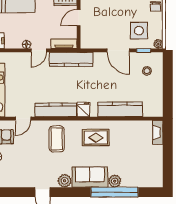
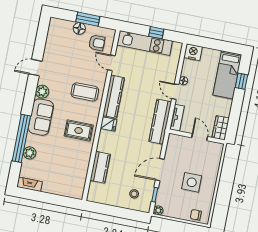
side table: (139, 31) -> (192, 182), moved
kitchen counter: (120, 109) -> (100, 167), width x0.67
fireplace: (158, 132) -> (29, 184), moved
rug: (96, 138) -> (79, 131), turned 90
plant: (115, 181) -> (30, 153), moved

